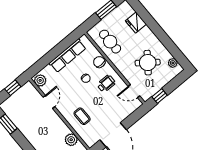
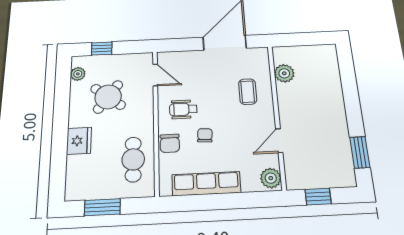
fridge: (136, 23) -> (79, 141), moved
window: (160, 96) -> (102, 49), moved

